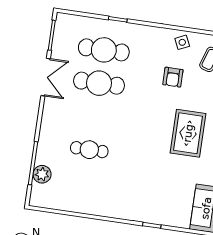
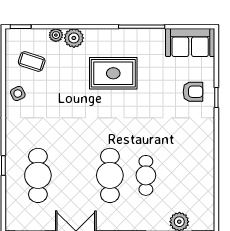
armchair: (173, 77) -> (193, 92), moved
cafe table: (99, 83) -> (110, 175), moved

